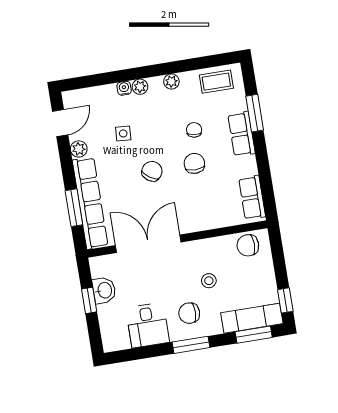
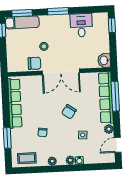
row of seats: (242, 134) -> (15, 116), moved
chair: (194, 163) -> (45, 113), removed
window: (74, 208) -> (115, 96), width x1.44
double door: (148, 244) -> (61, 72), moved
chair: (248, 245) -> (34, 63), moved
washbasin: (104, 290) -> (104, 60), moved
window: (89, 300) -> (112, 25), moved
chair: (189, 313) -> (57, 29), removed

